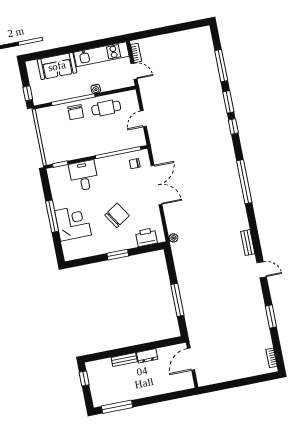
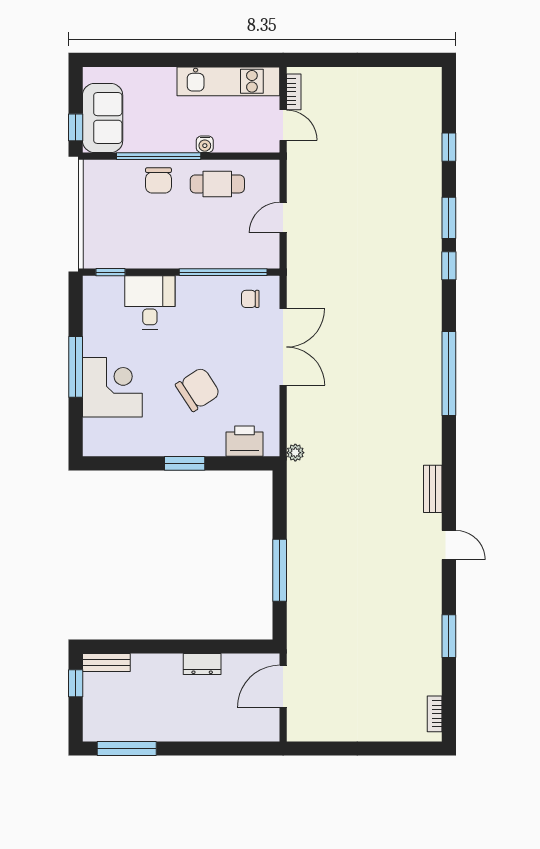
sofa: (57, 66) -> (103, 118), moved, turned -90
window: (221, 66) -> (449, 147), width x0.46
bench: (124, 360) -> (106, 663), moved

